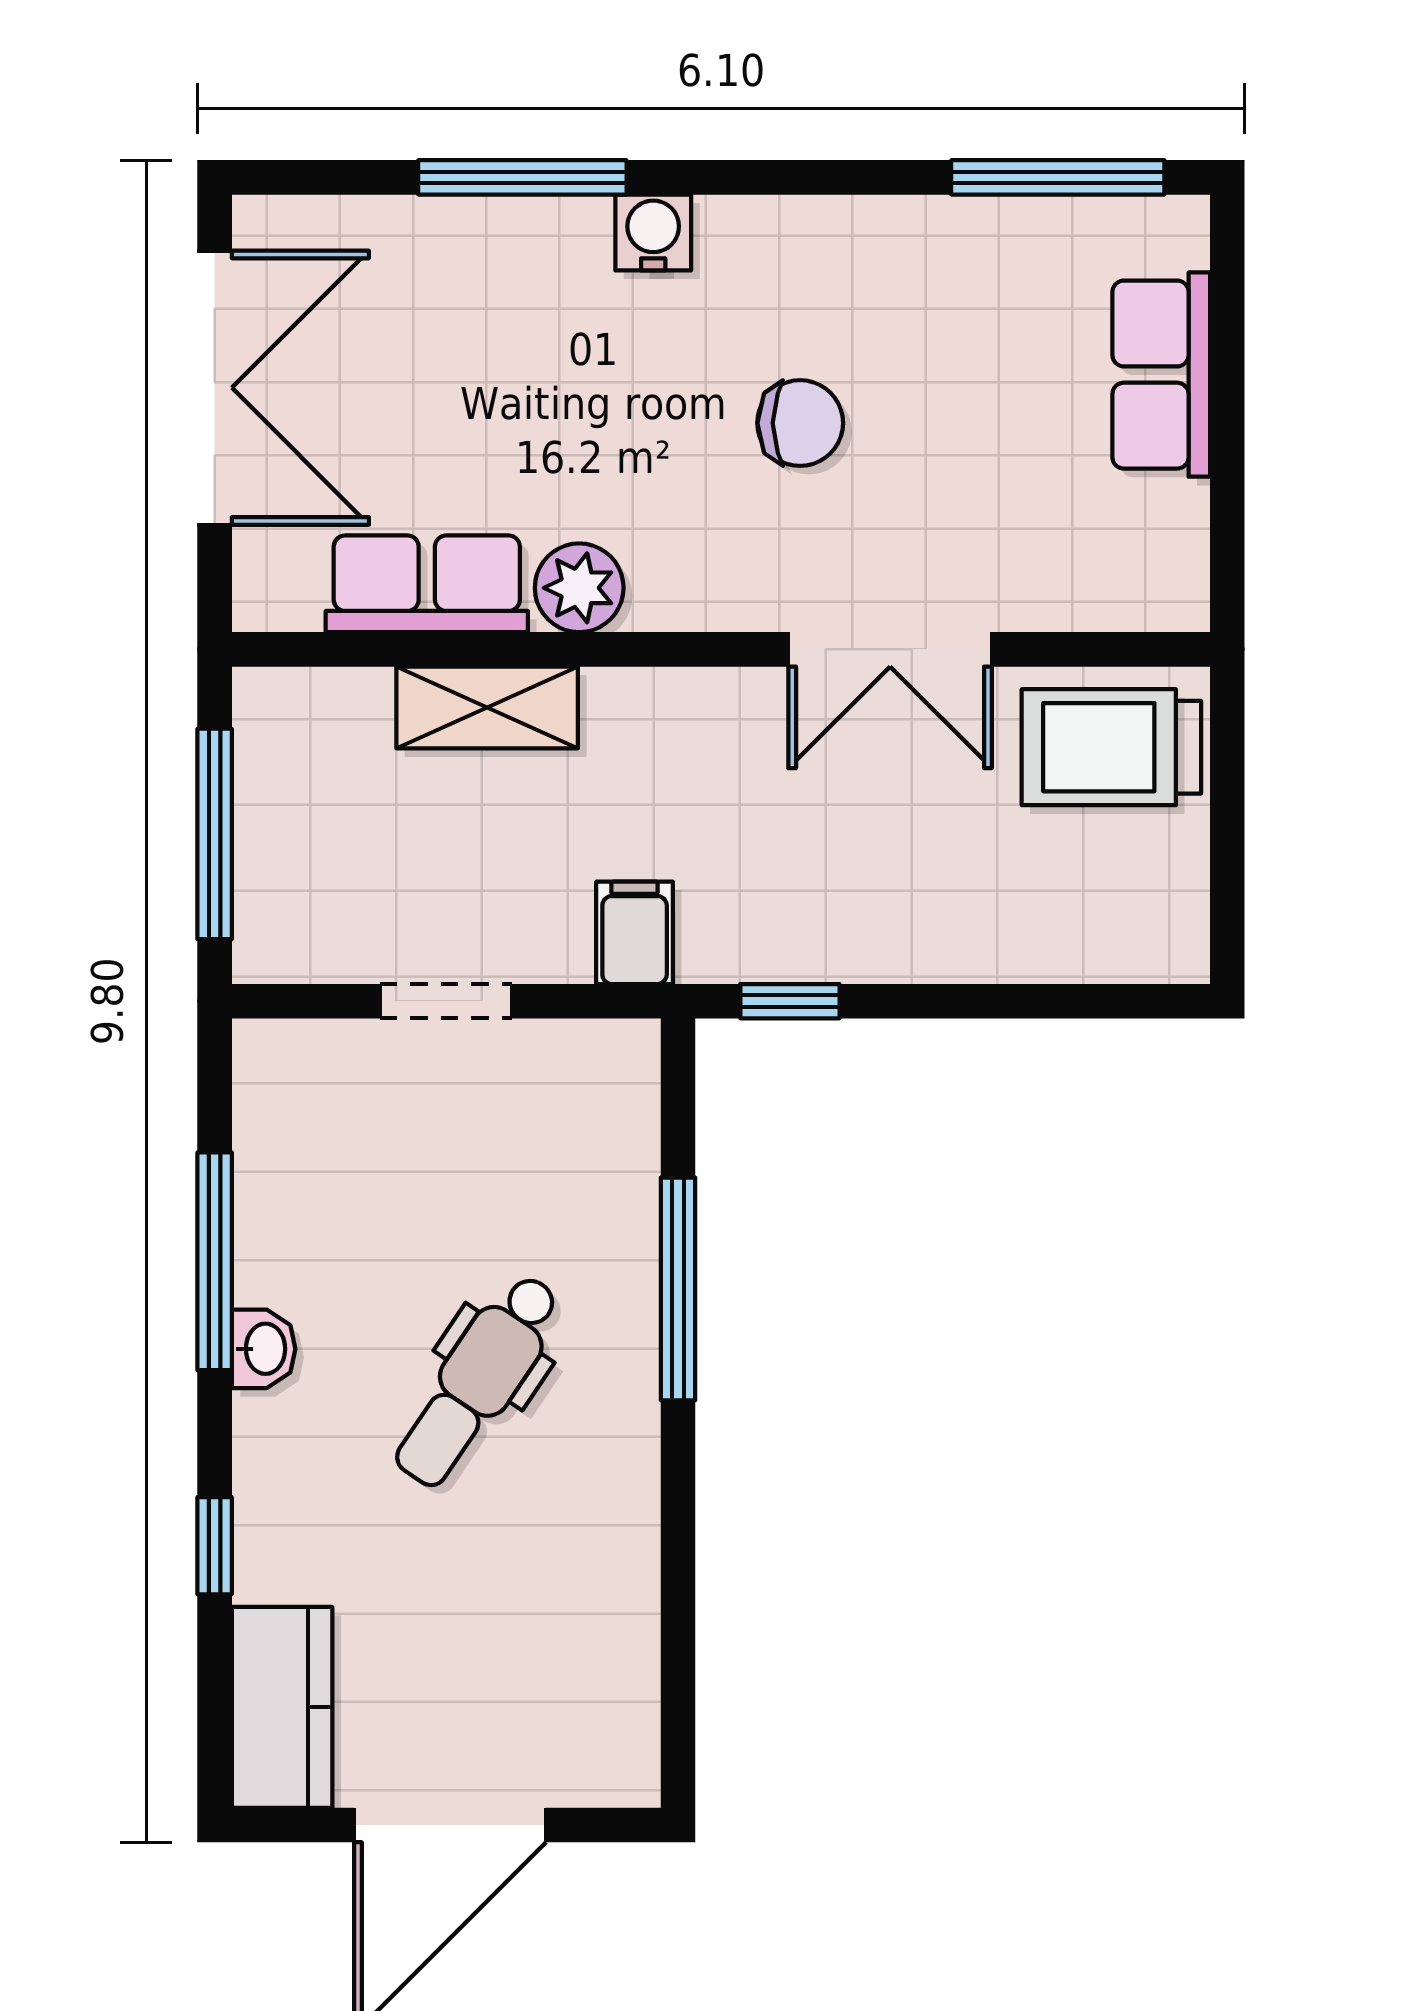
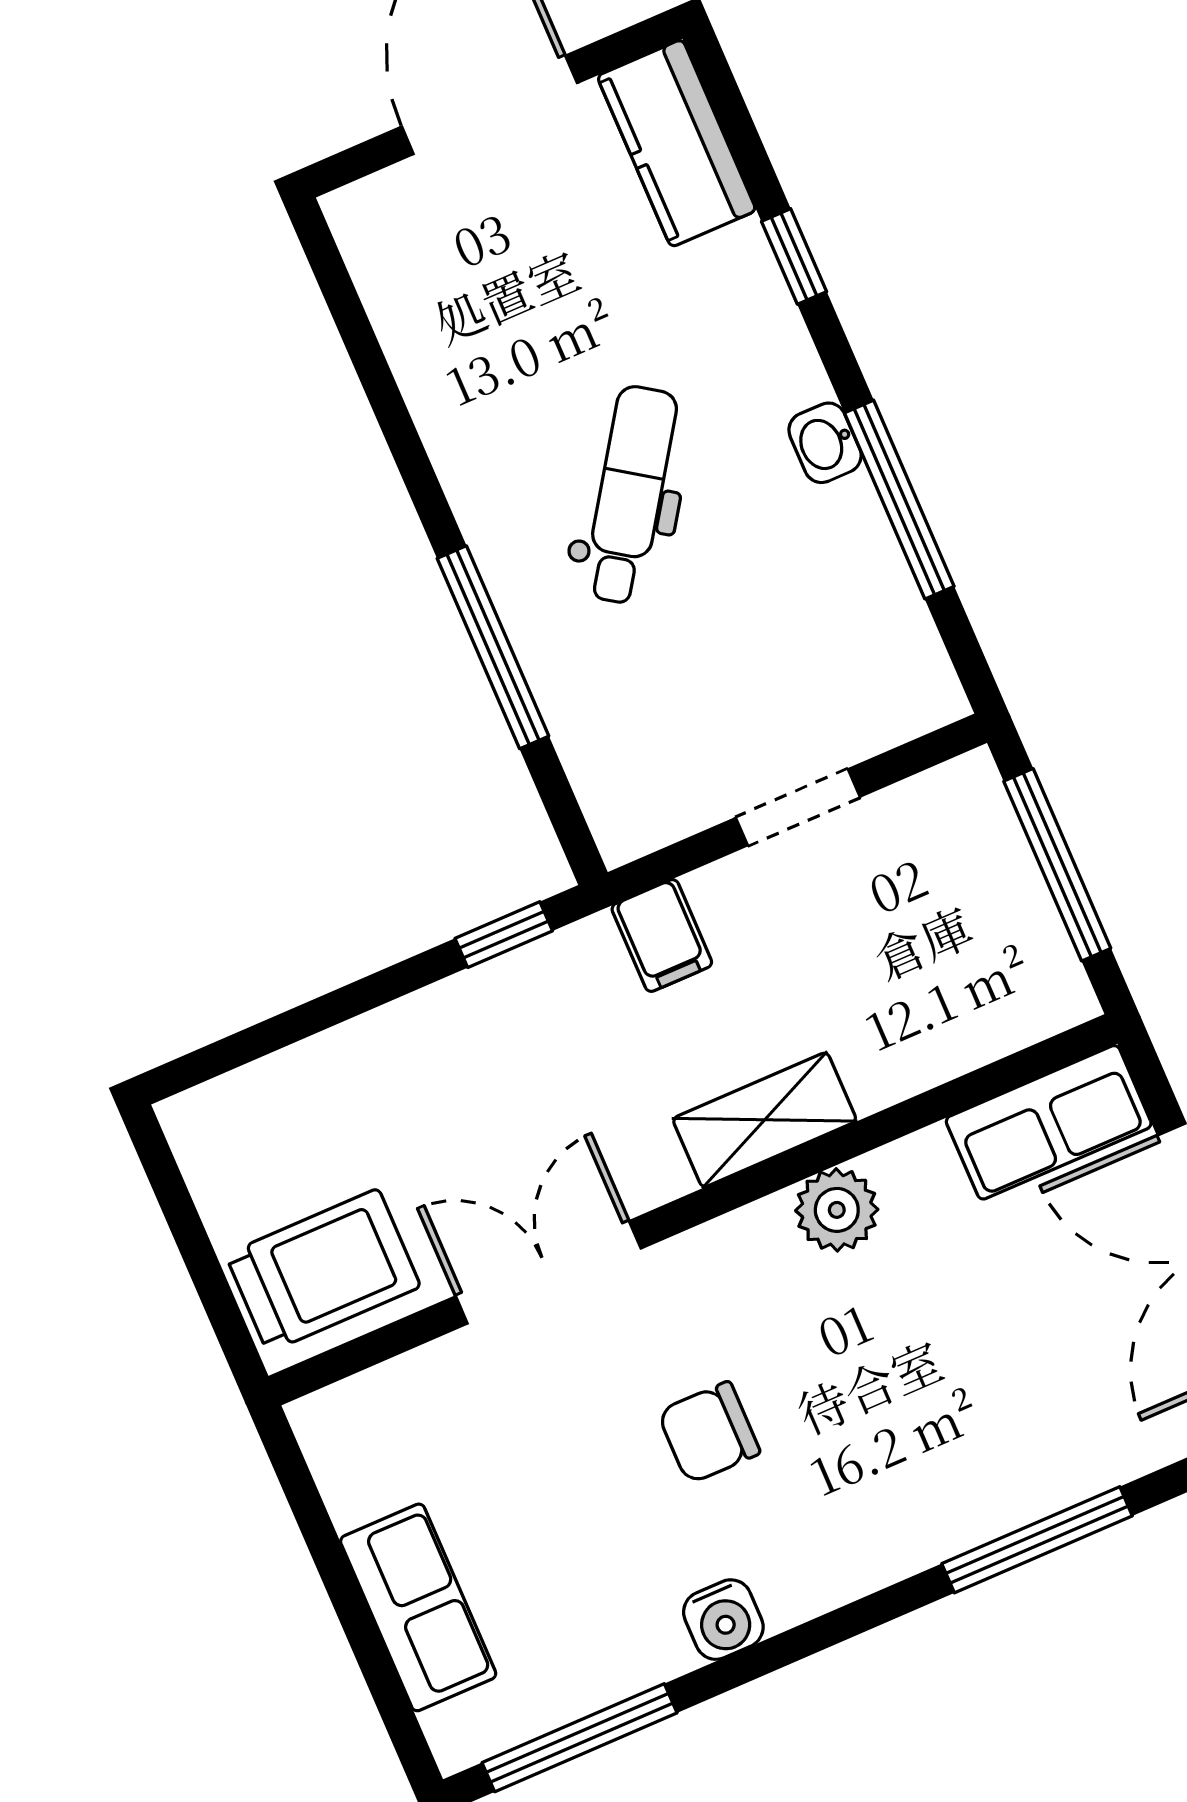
water cooler: (653, 232) -> (723, 1620), moved
row of seats: (427, 584) -> (1049, 1122), moved
shelving: (487, 707) -> (765, 1120), moved

